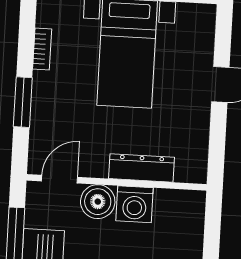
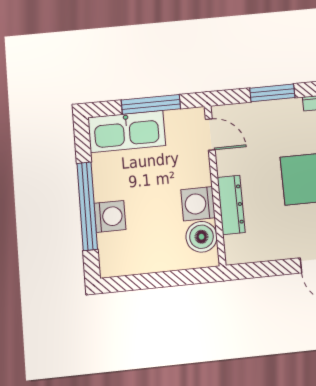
boiler: (98, 202) -> (202, 237), moved

